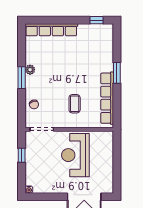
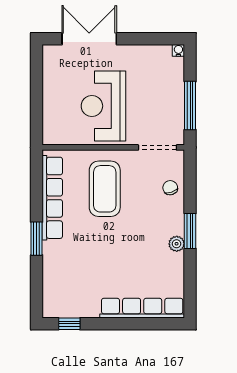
coffee table: (75, 104) -> (105, 189), width x1.86, depth x1.72
window: (22, 155) -> (190, 106), width x2.17
reception desk: (75, 155) -> (103, 106), turned 180

